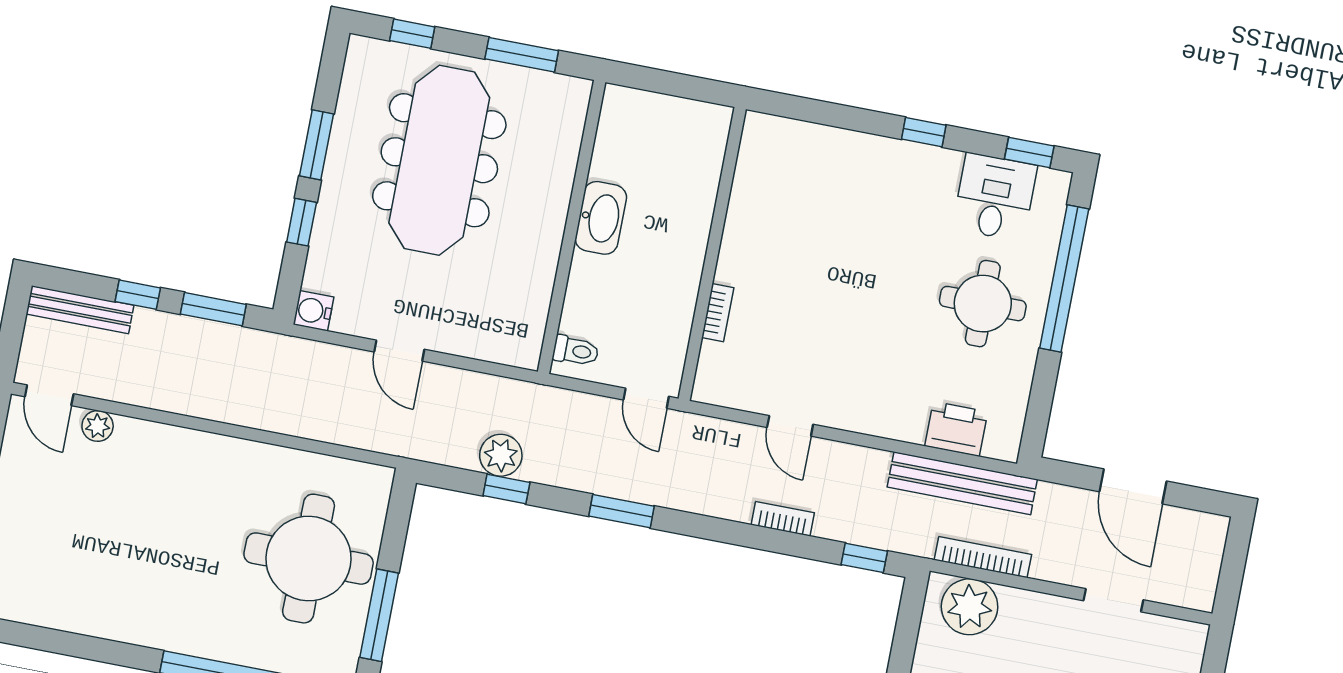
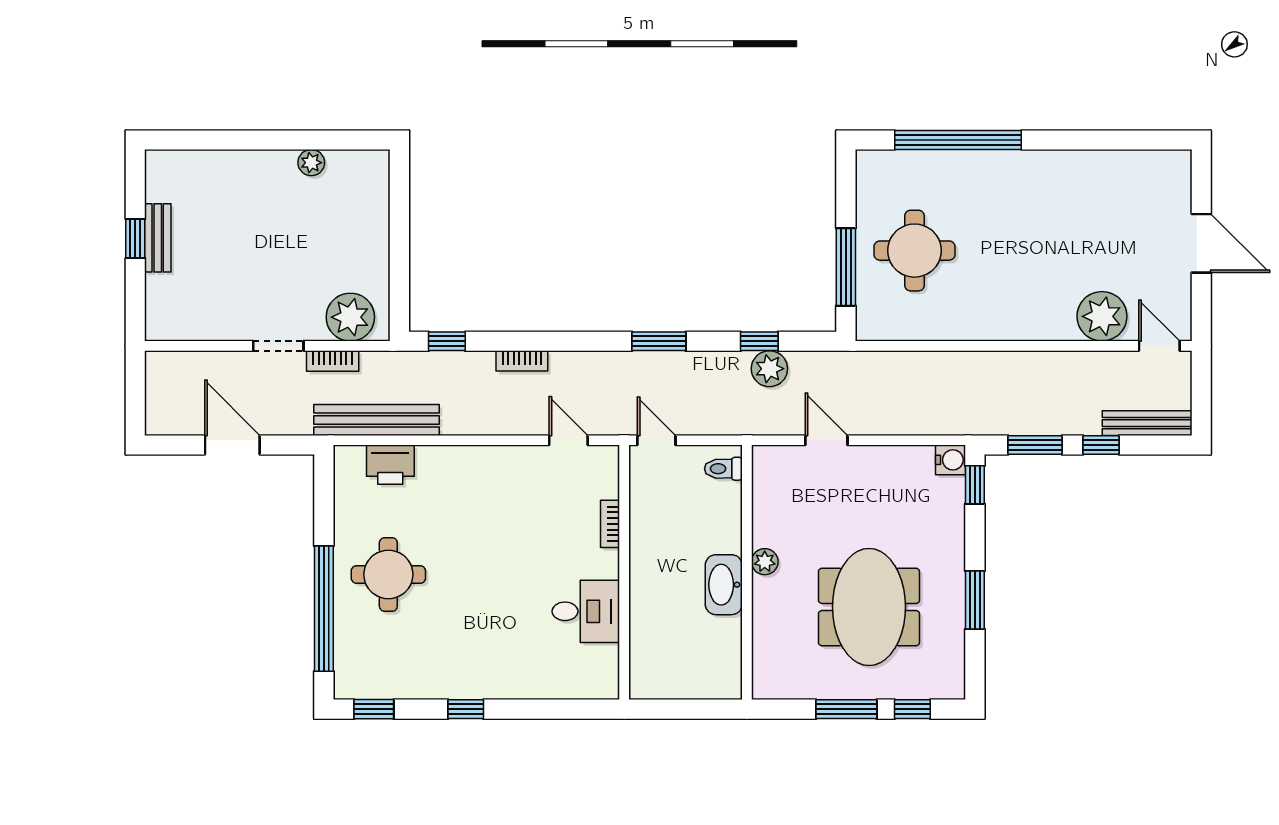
window: (522, 55) -> (846, 709), moved
meeting table: (439, 160) -> (869, 607), width x0.73
desk: (995, 197) -> (586, 611), moved, turned -90
window: (302, 222) -> (975, 485), moved
plant: (549, 235) -> (765, 562), added
door: (399, 351) -> (826, 440), moved
plant: (98, 426) -> (1102, 316), width x1.88, depth x1.88
door: (790, 426) -> (568, 440), moved
bookcase: (983, 557) -> (333, 361), width x0.64
round table: (309, 559) -> (914, 251), width x0.73, depth x0.73
doorway: (1113, 600) -> (278, 346), moved
window: (379, 615) -> (846, 267), moved

